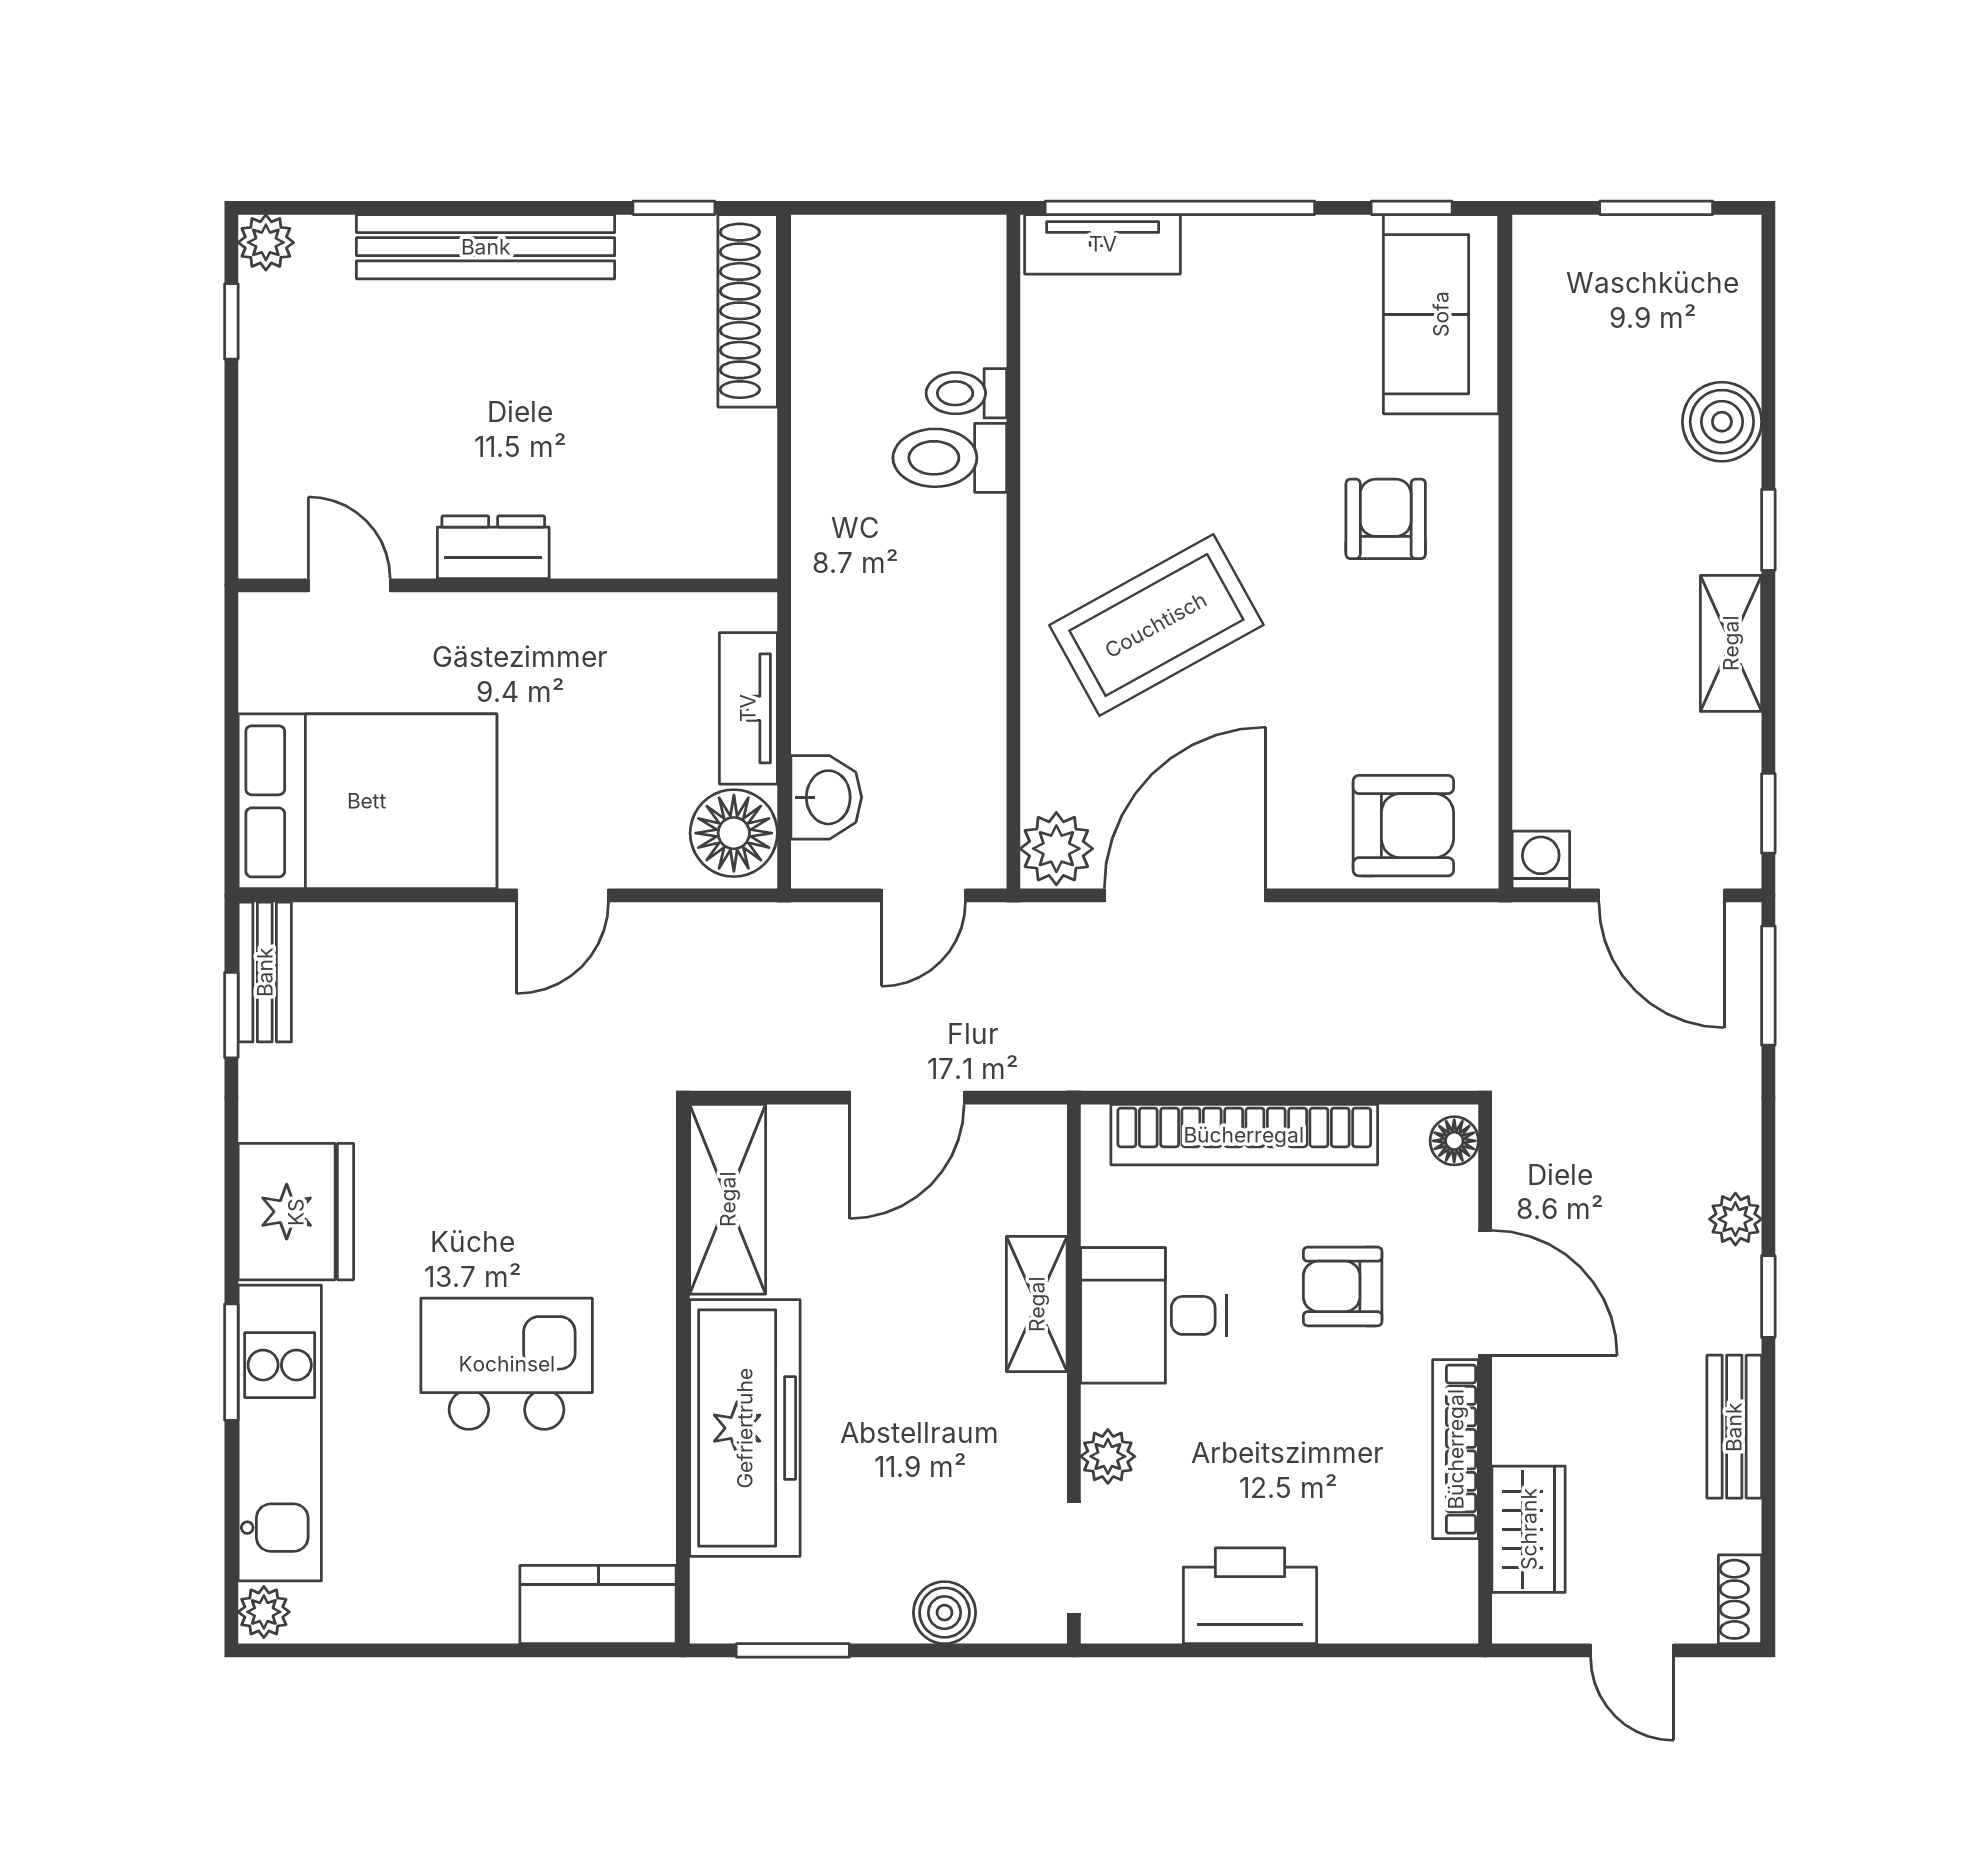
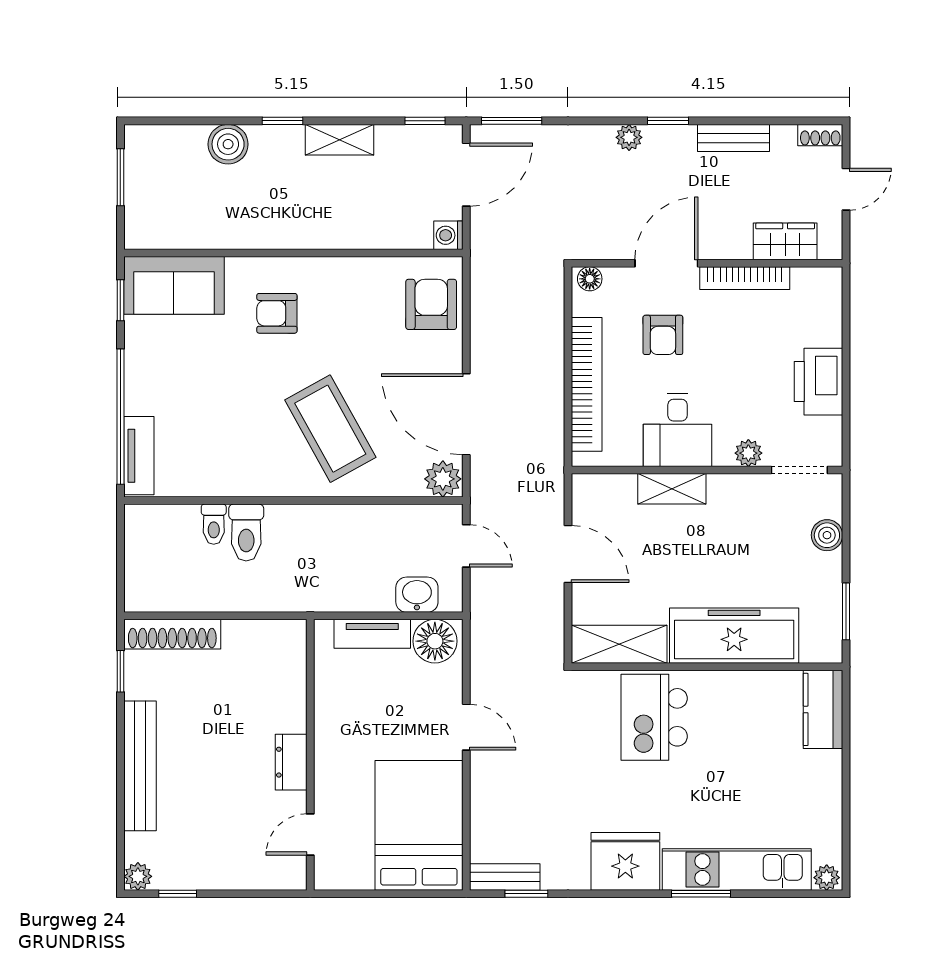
kitchen island: (507, 1364) -> (654, 717), moved

